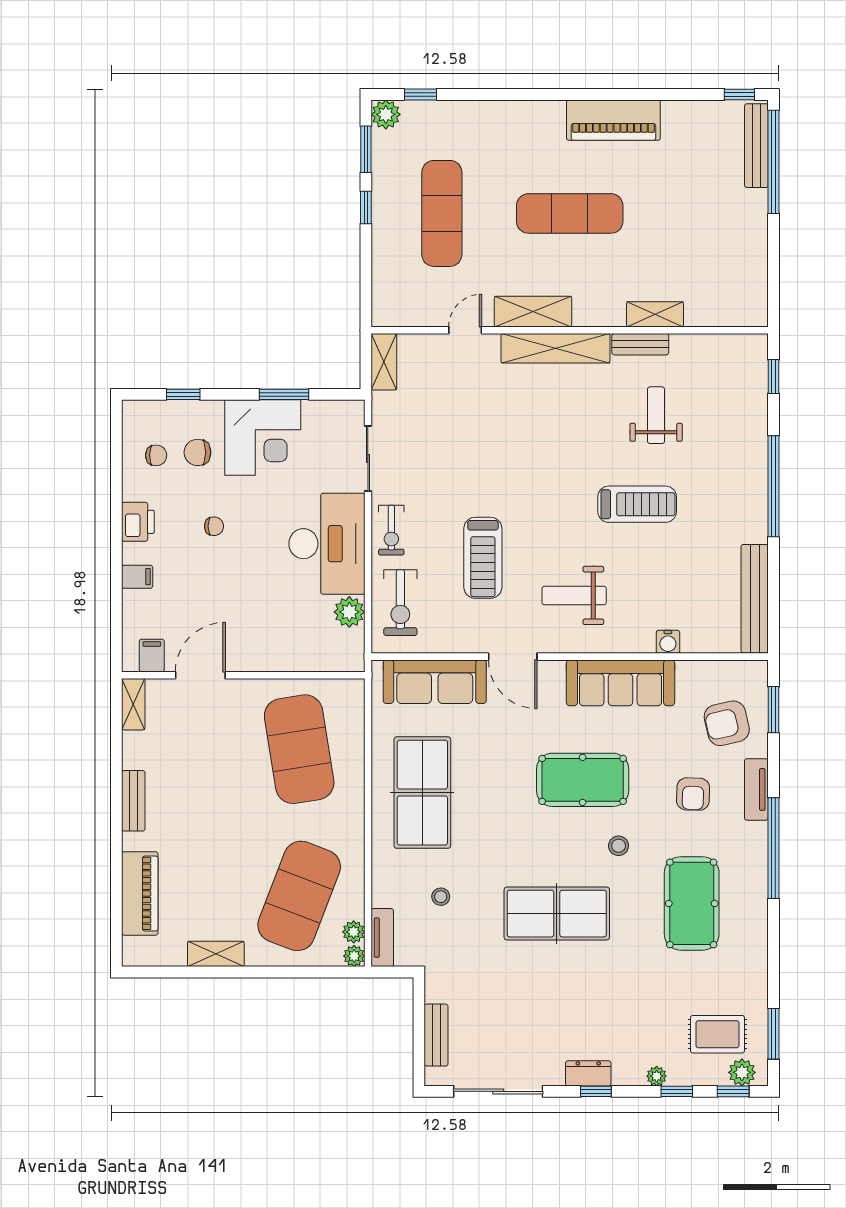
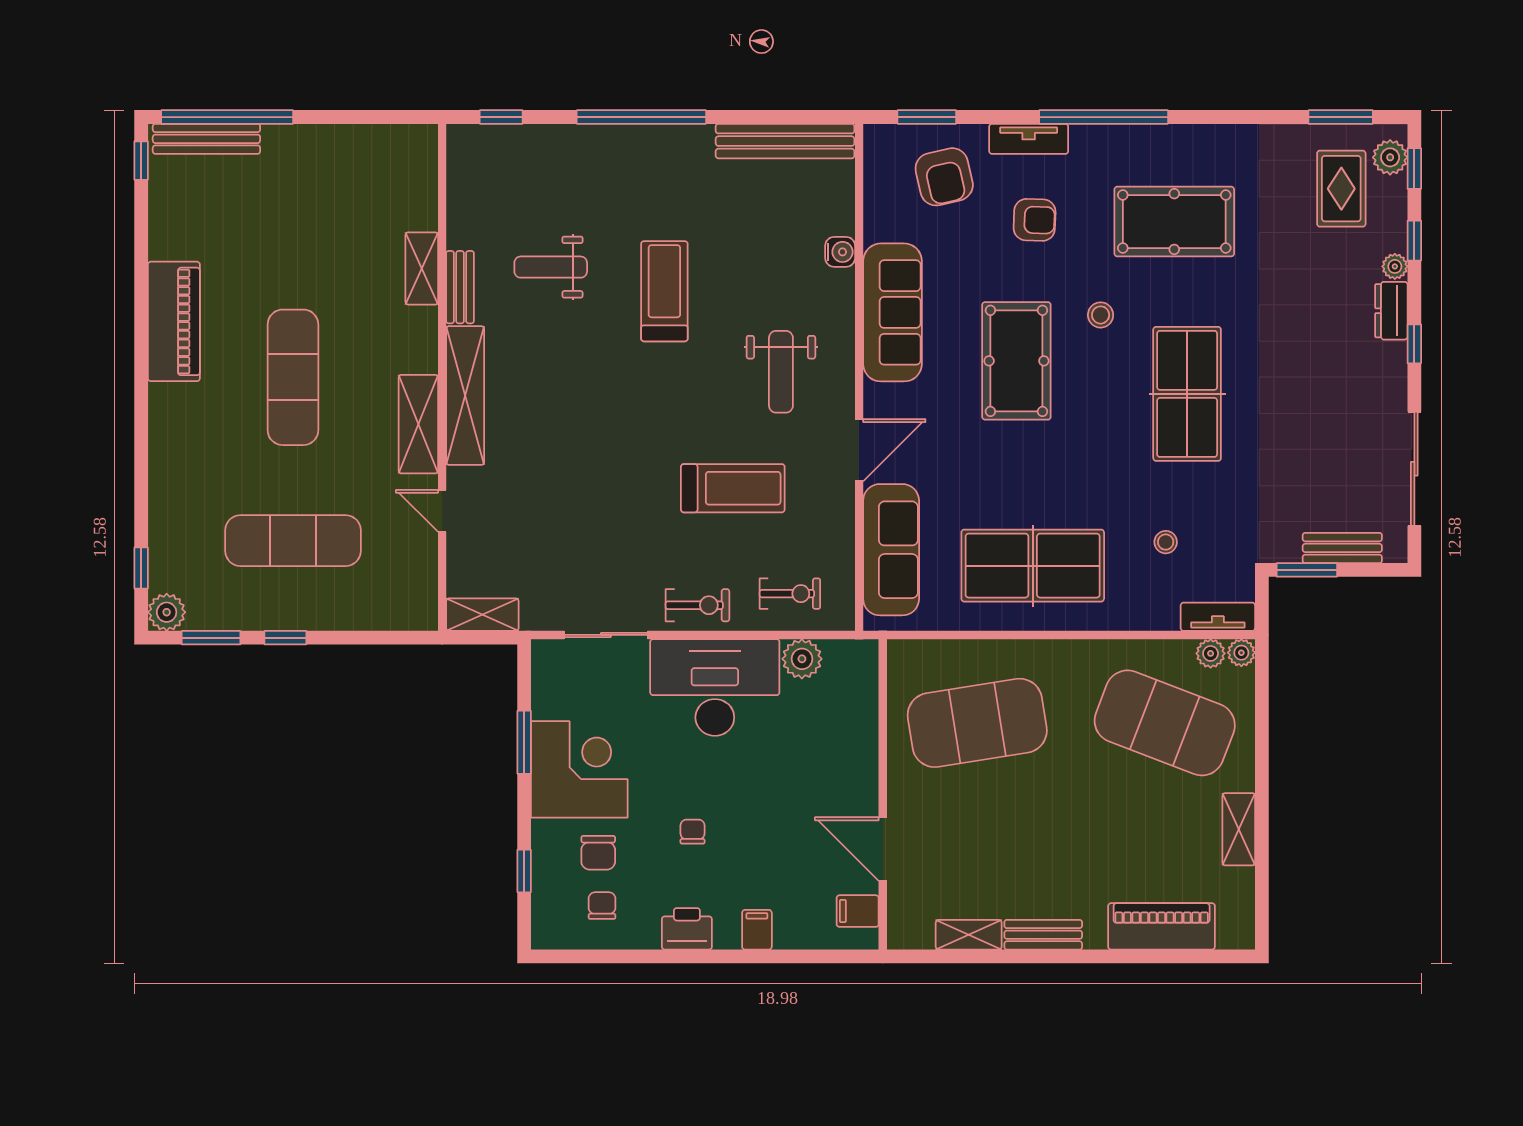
exercise bike: (400, 603) -> (790, 594), width x0.73, depth x0.72
shelving: (133, 704) -> (969, 935), moved
window: (419, 1007) -> (1307, 570), added
dresser: (588, 1073) -> (1391, 311), moved

